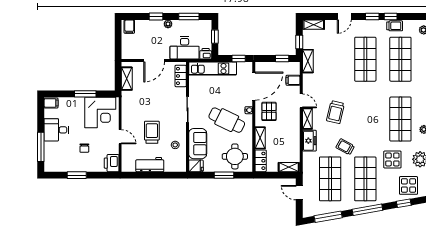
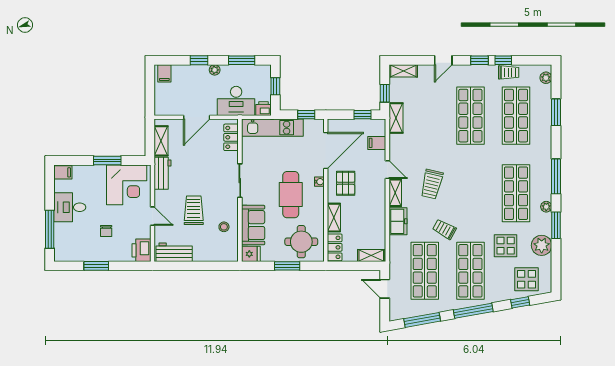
workbench: (128, 104) -> (163, 173), added
cafe table: (227, 120) -> (291, 195), turned 64
workbench: (150, 165) -> (174, 252), moved

